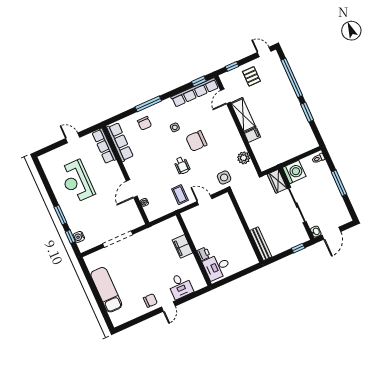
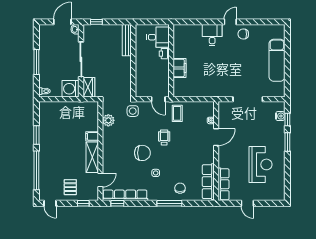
filing cabinet: (183, 246) -> (180, 68), moved
wall: (194, 250) -> (171, 61), moved
printer: (204, 254) -> (164, 54), moved
desk: (217, 267) -> (158, 37), moved

